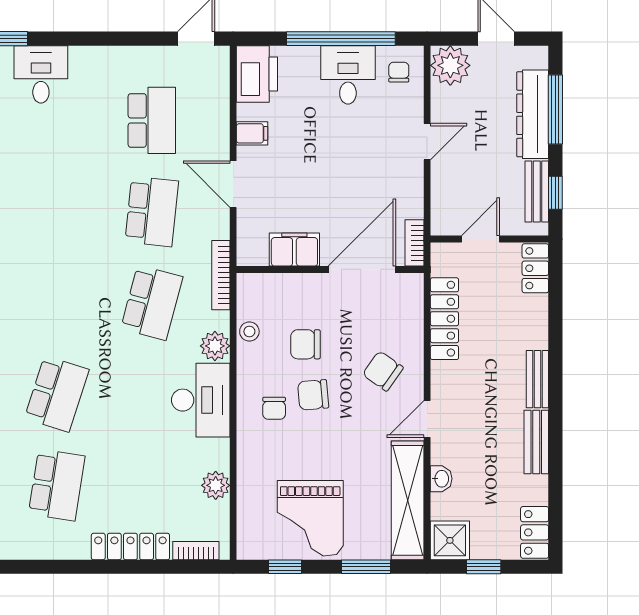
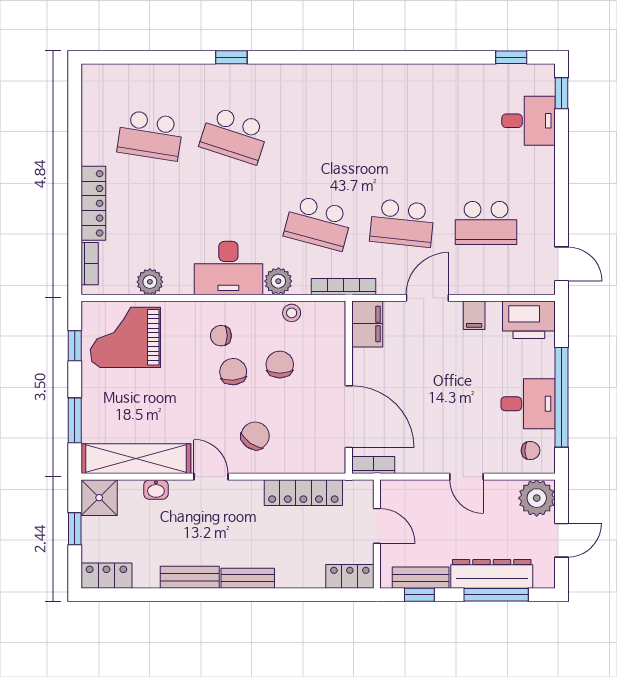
filing cabinet: (294, 249) -> (367, 324), moved
grand piano: (310, 518) -> (125, 337), moved

